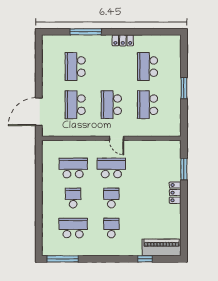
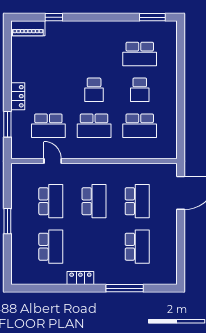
door: (117, 138) -> (53, 161), moved
school desk: (111, 228) -> (48, 126), moved, width x1.85
piano: (162, 247) -> (28, 28), width x0.73, depth x0.75
window: (63, 259) -> (152, 17), width x0.69

